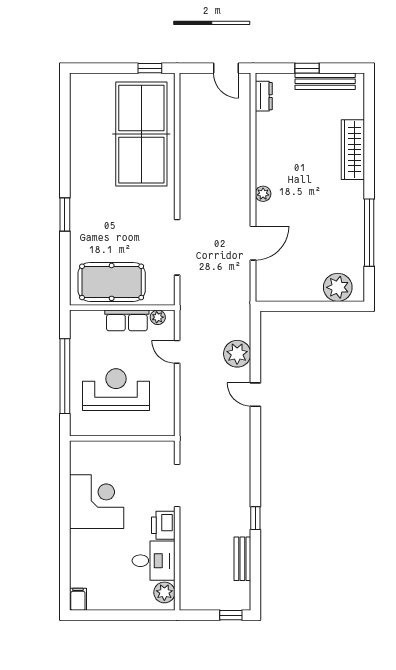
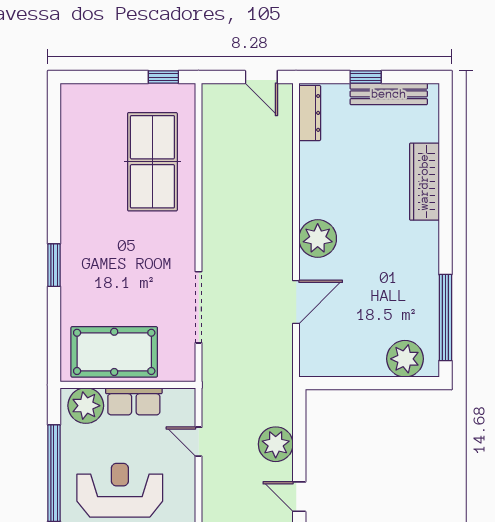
dresser: (264, 96) -> (310, 113), width x1.44
table tennis table: (141, 134) -> (152, 162), width x0.73, depth x0.76
plant: (263, 194) -> (318, 238), width x1.88, depth x1.88
window: (369, 233) -> (445, 318), moved
plant: (158, 317) -> (86, 406), moved, width x1.88, depth x1.88

